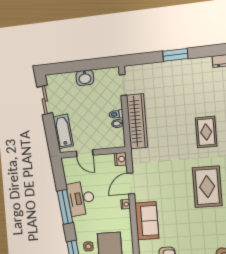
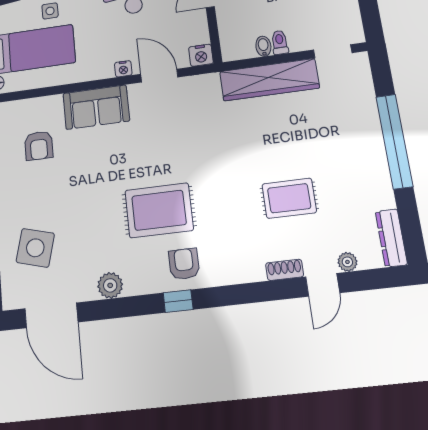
window: (175, 55) -> (394, 141), width x2.11
rug: (206, 132) -> (289, 198), moved

